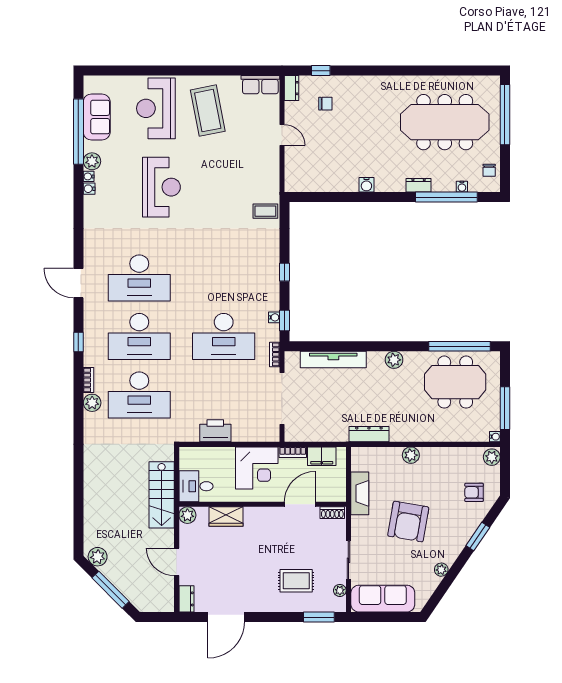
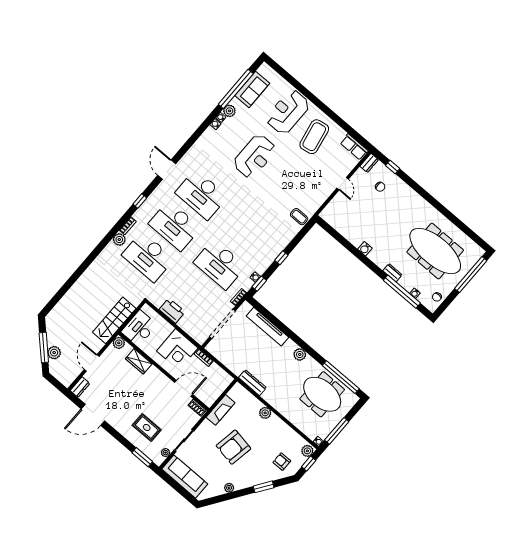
filing cabinet: (322, 456) -> (217, 373), removed
window: (505, 469) -> (309, 464), added
desk: (196, 486) -> (139, 328), width x1.37
plant: (98, 557) -> (54, 353), moved

